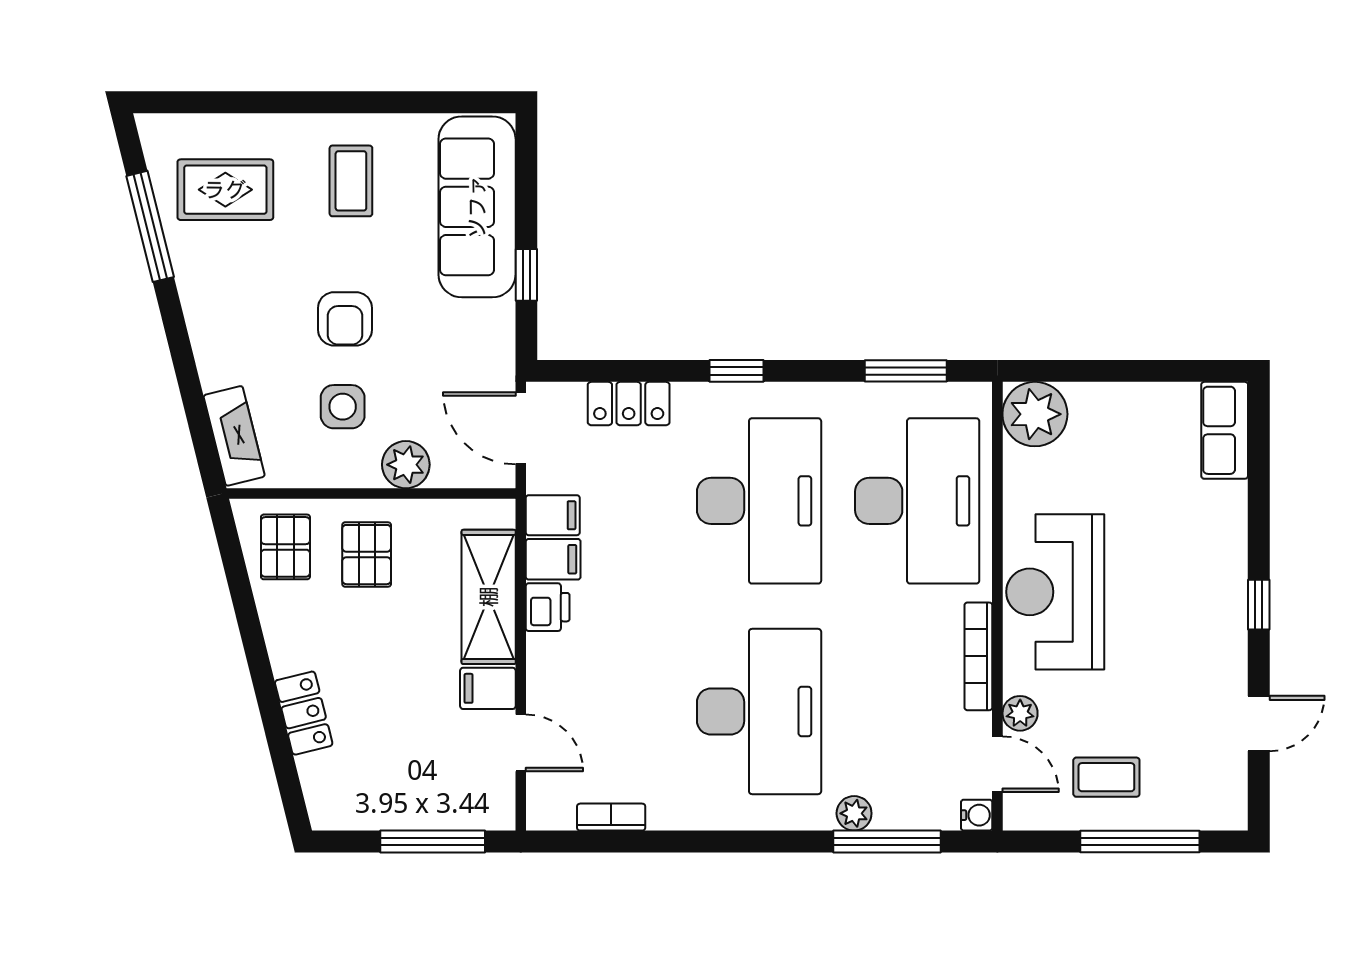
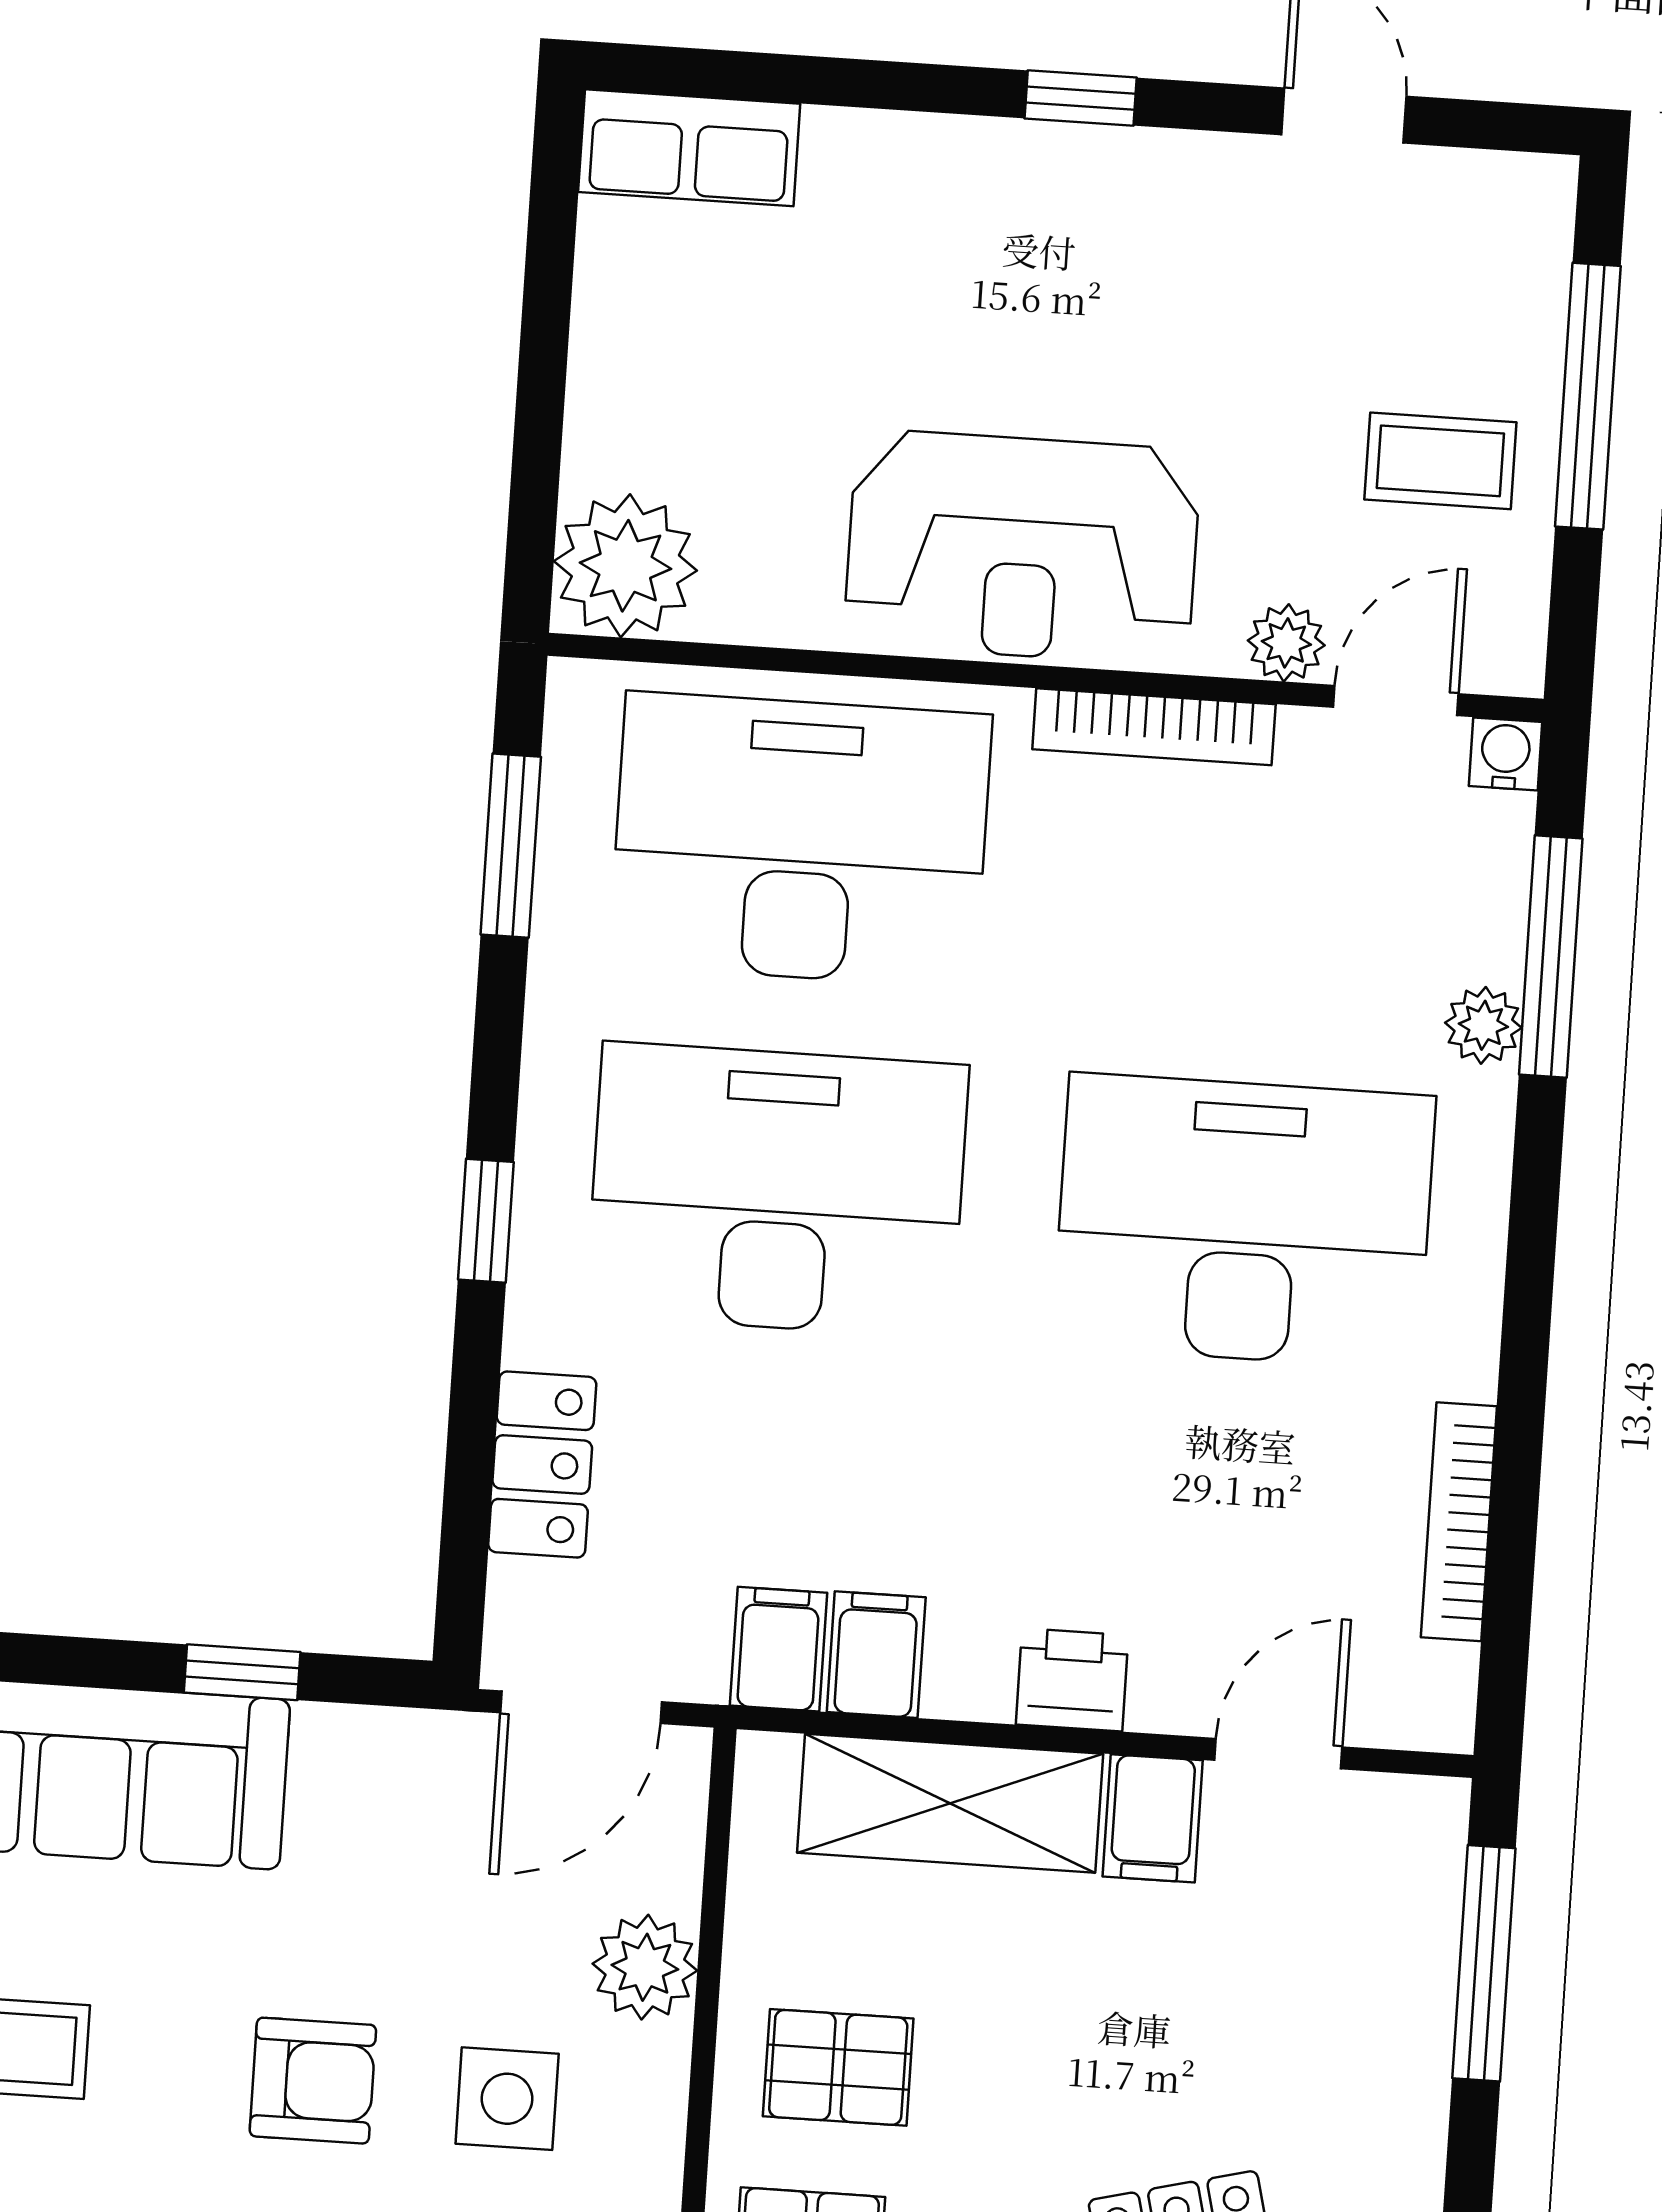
printer: (548, 607) -> (1072, 1680), moved
coffee table: (1106, 777) -> (1440, 461), turned 90
bookcase: (611, 817) -> (1459, 1522), width x1.56

